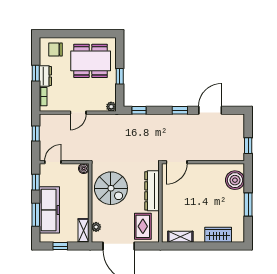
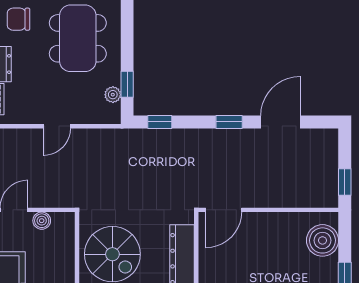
dining table: (91, 61) -> (78, 38), turned 90
window: (120, 76) -> (127, 84), moved
plant: (111, 107) -> (113, 95), moved
boiler: (84, 168) -> (42, 221), moved

